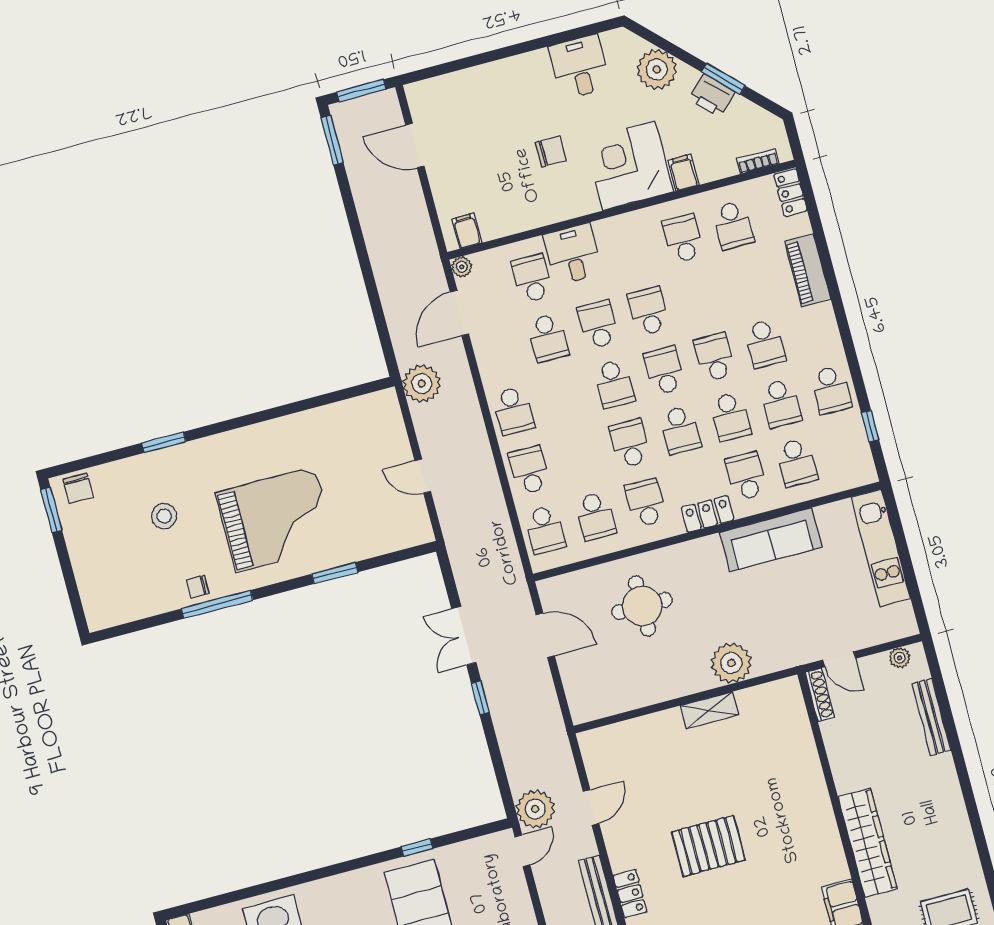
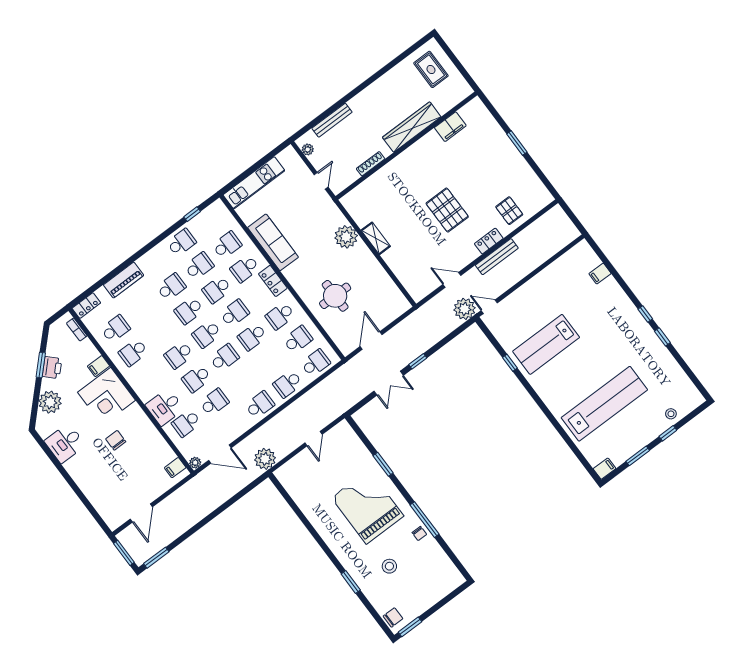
school desk: (730, 417) -> (217, 290), turned 180
shoe rack: (820, 695) -> (371, 164), moved

